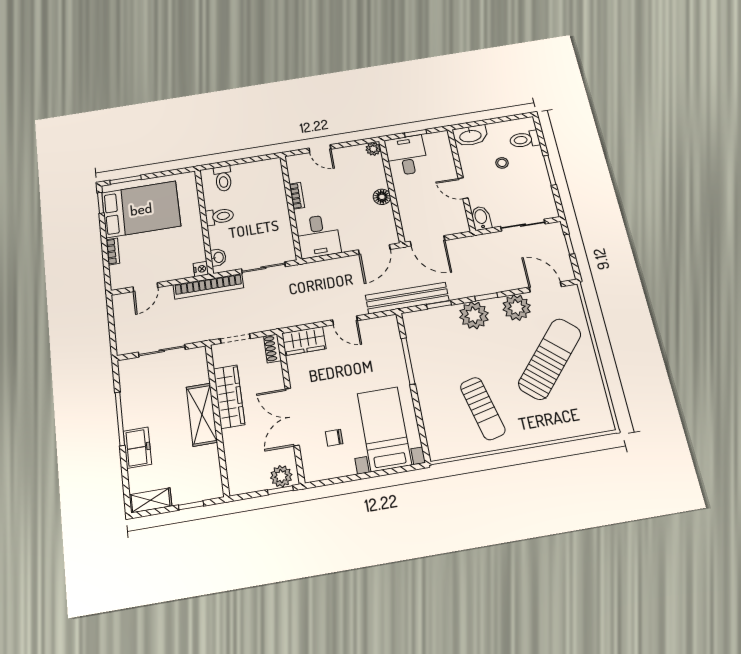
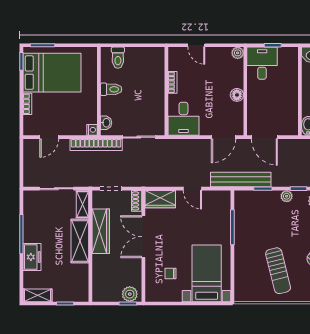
door: (463, 188) -> (300, 99), removed
plant: (474, 315) -> (287, 196), width x0.53, depth x0.53
shelving: (200, 365) -> (82, 204), added
double door: (292, 417) -> (143, 237), moved

